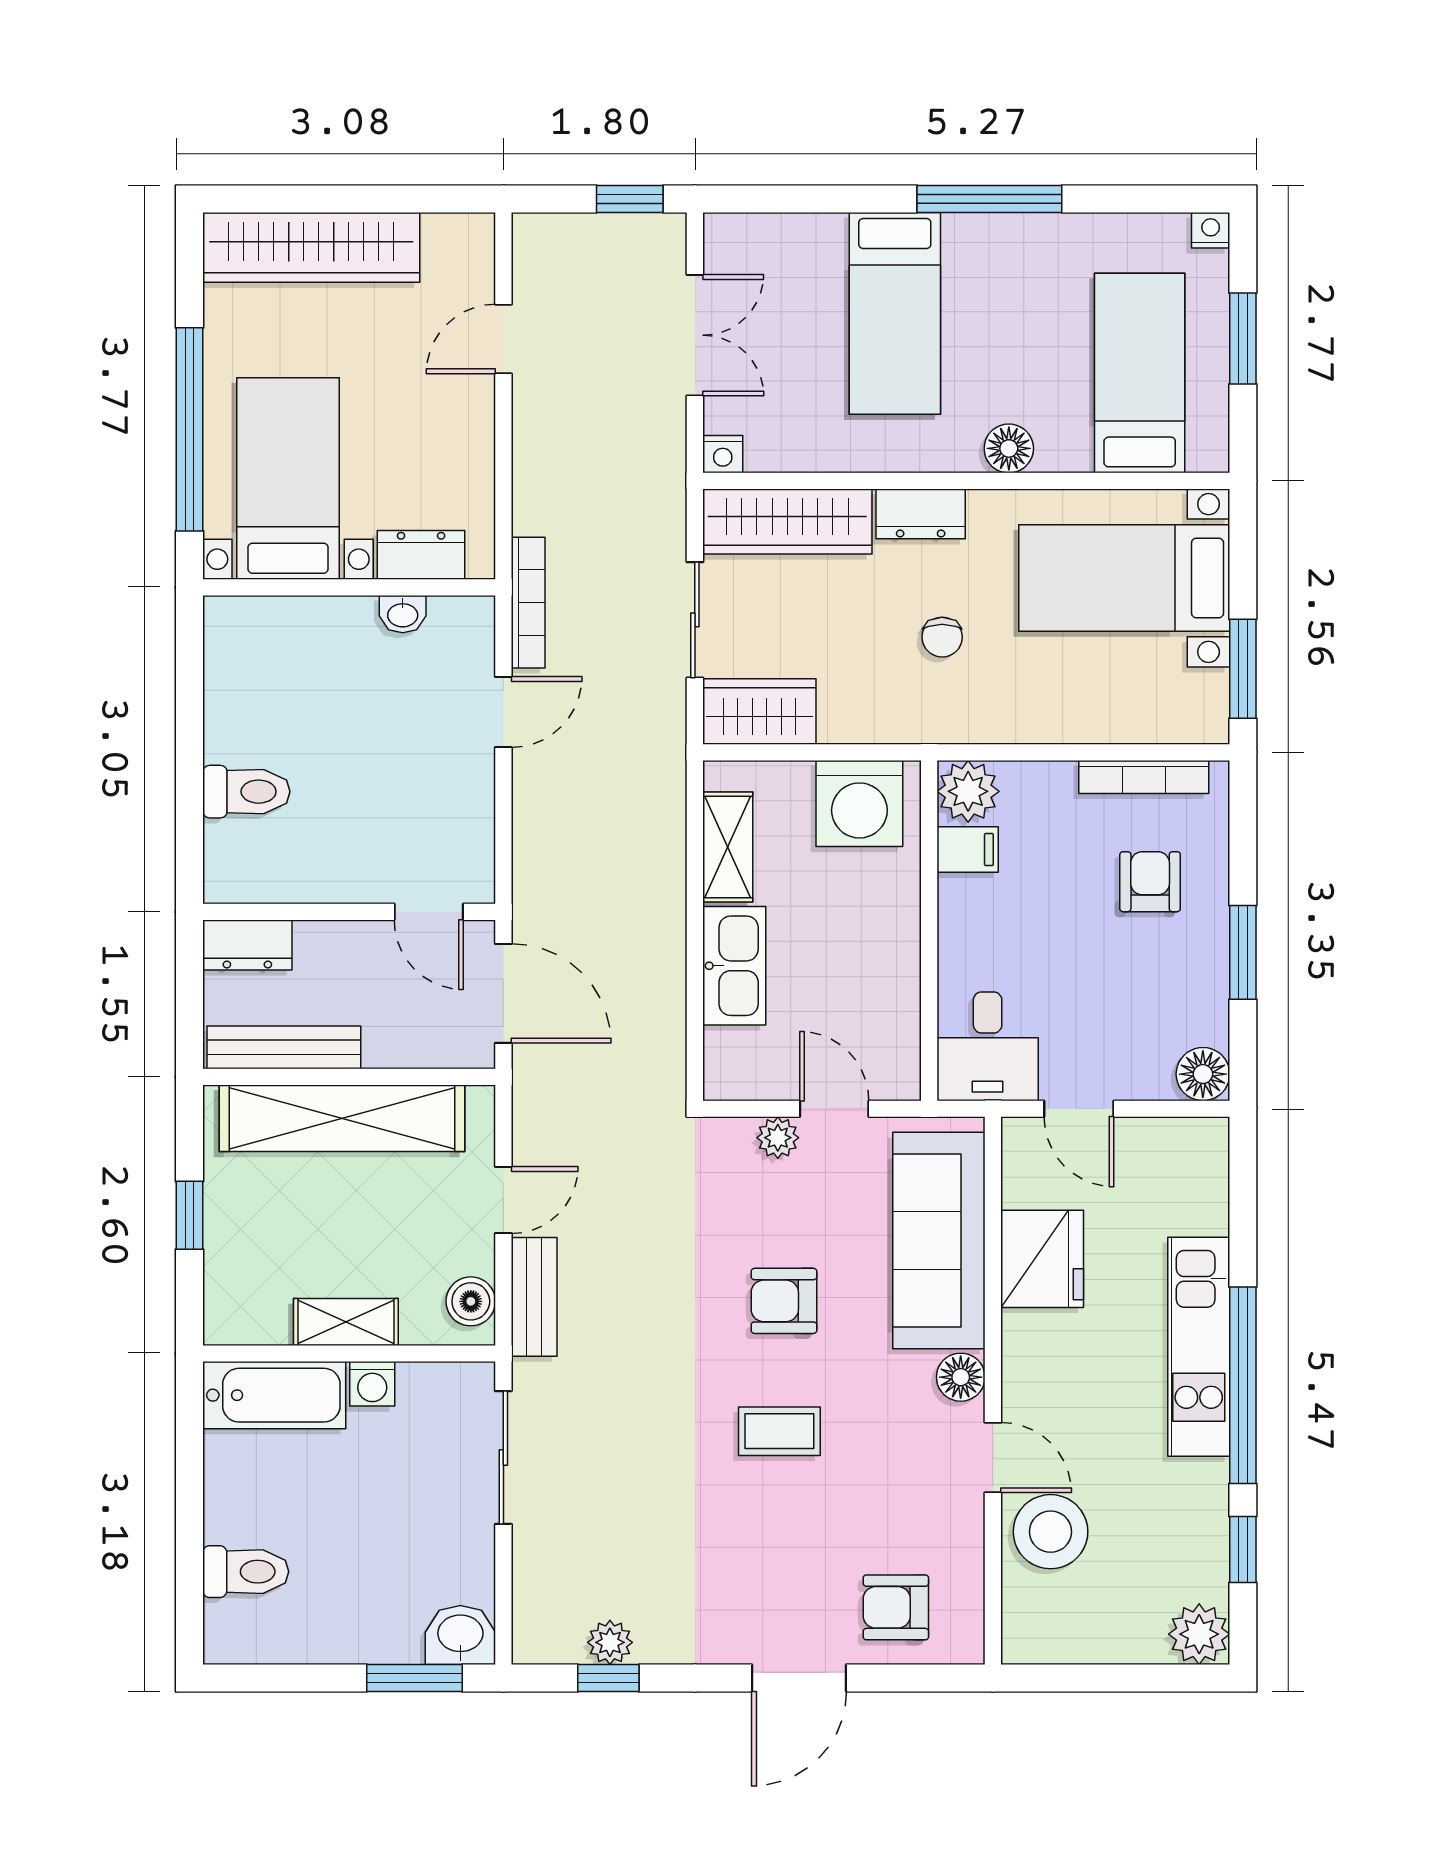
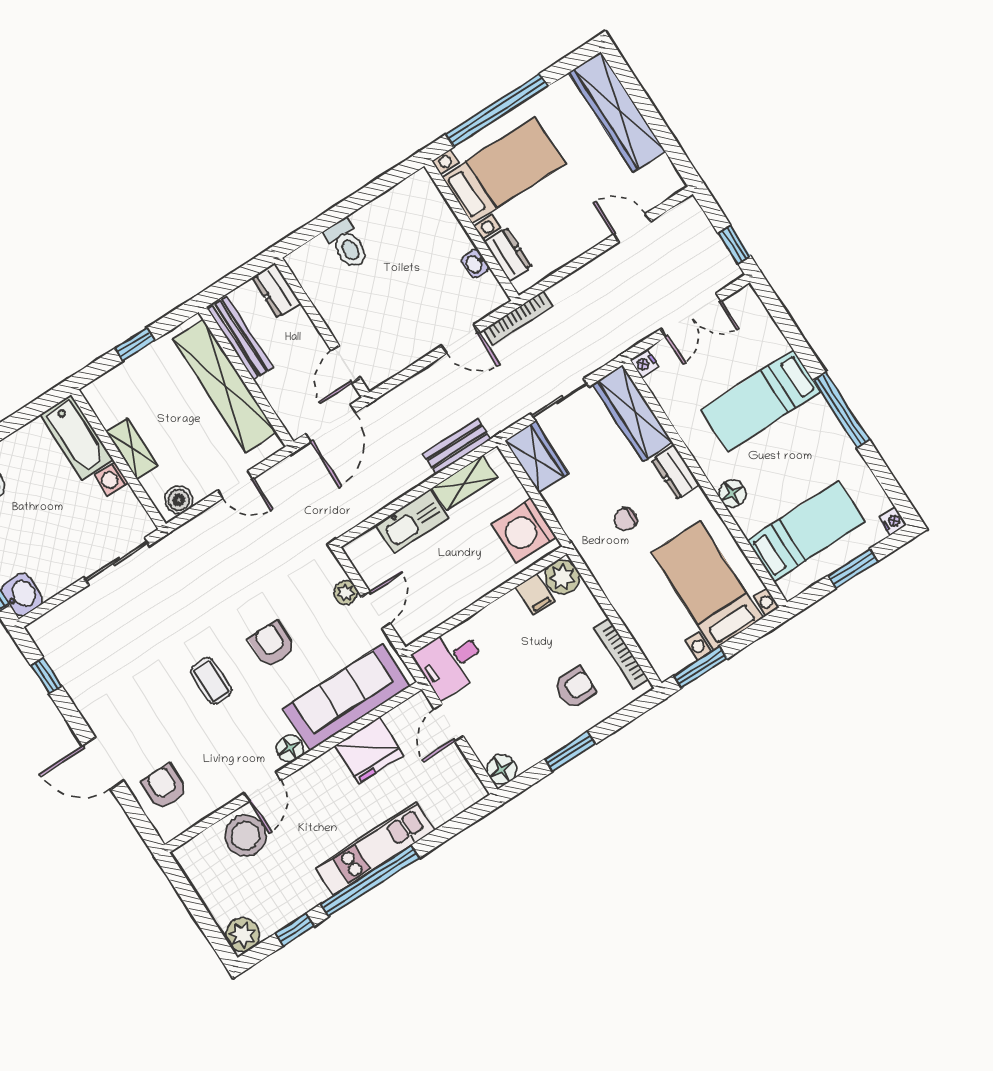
bench: (534, 1297) -> (457, 446), moved
plant: (610, 1642) -> (63, 666), removed

